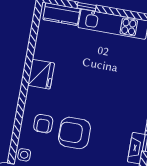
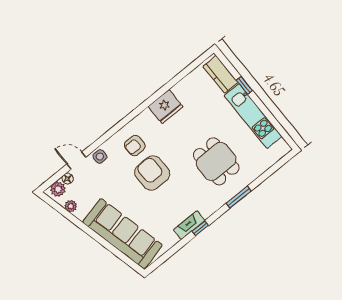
dining table: (115, 82) -> (216, 161), added

